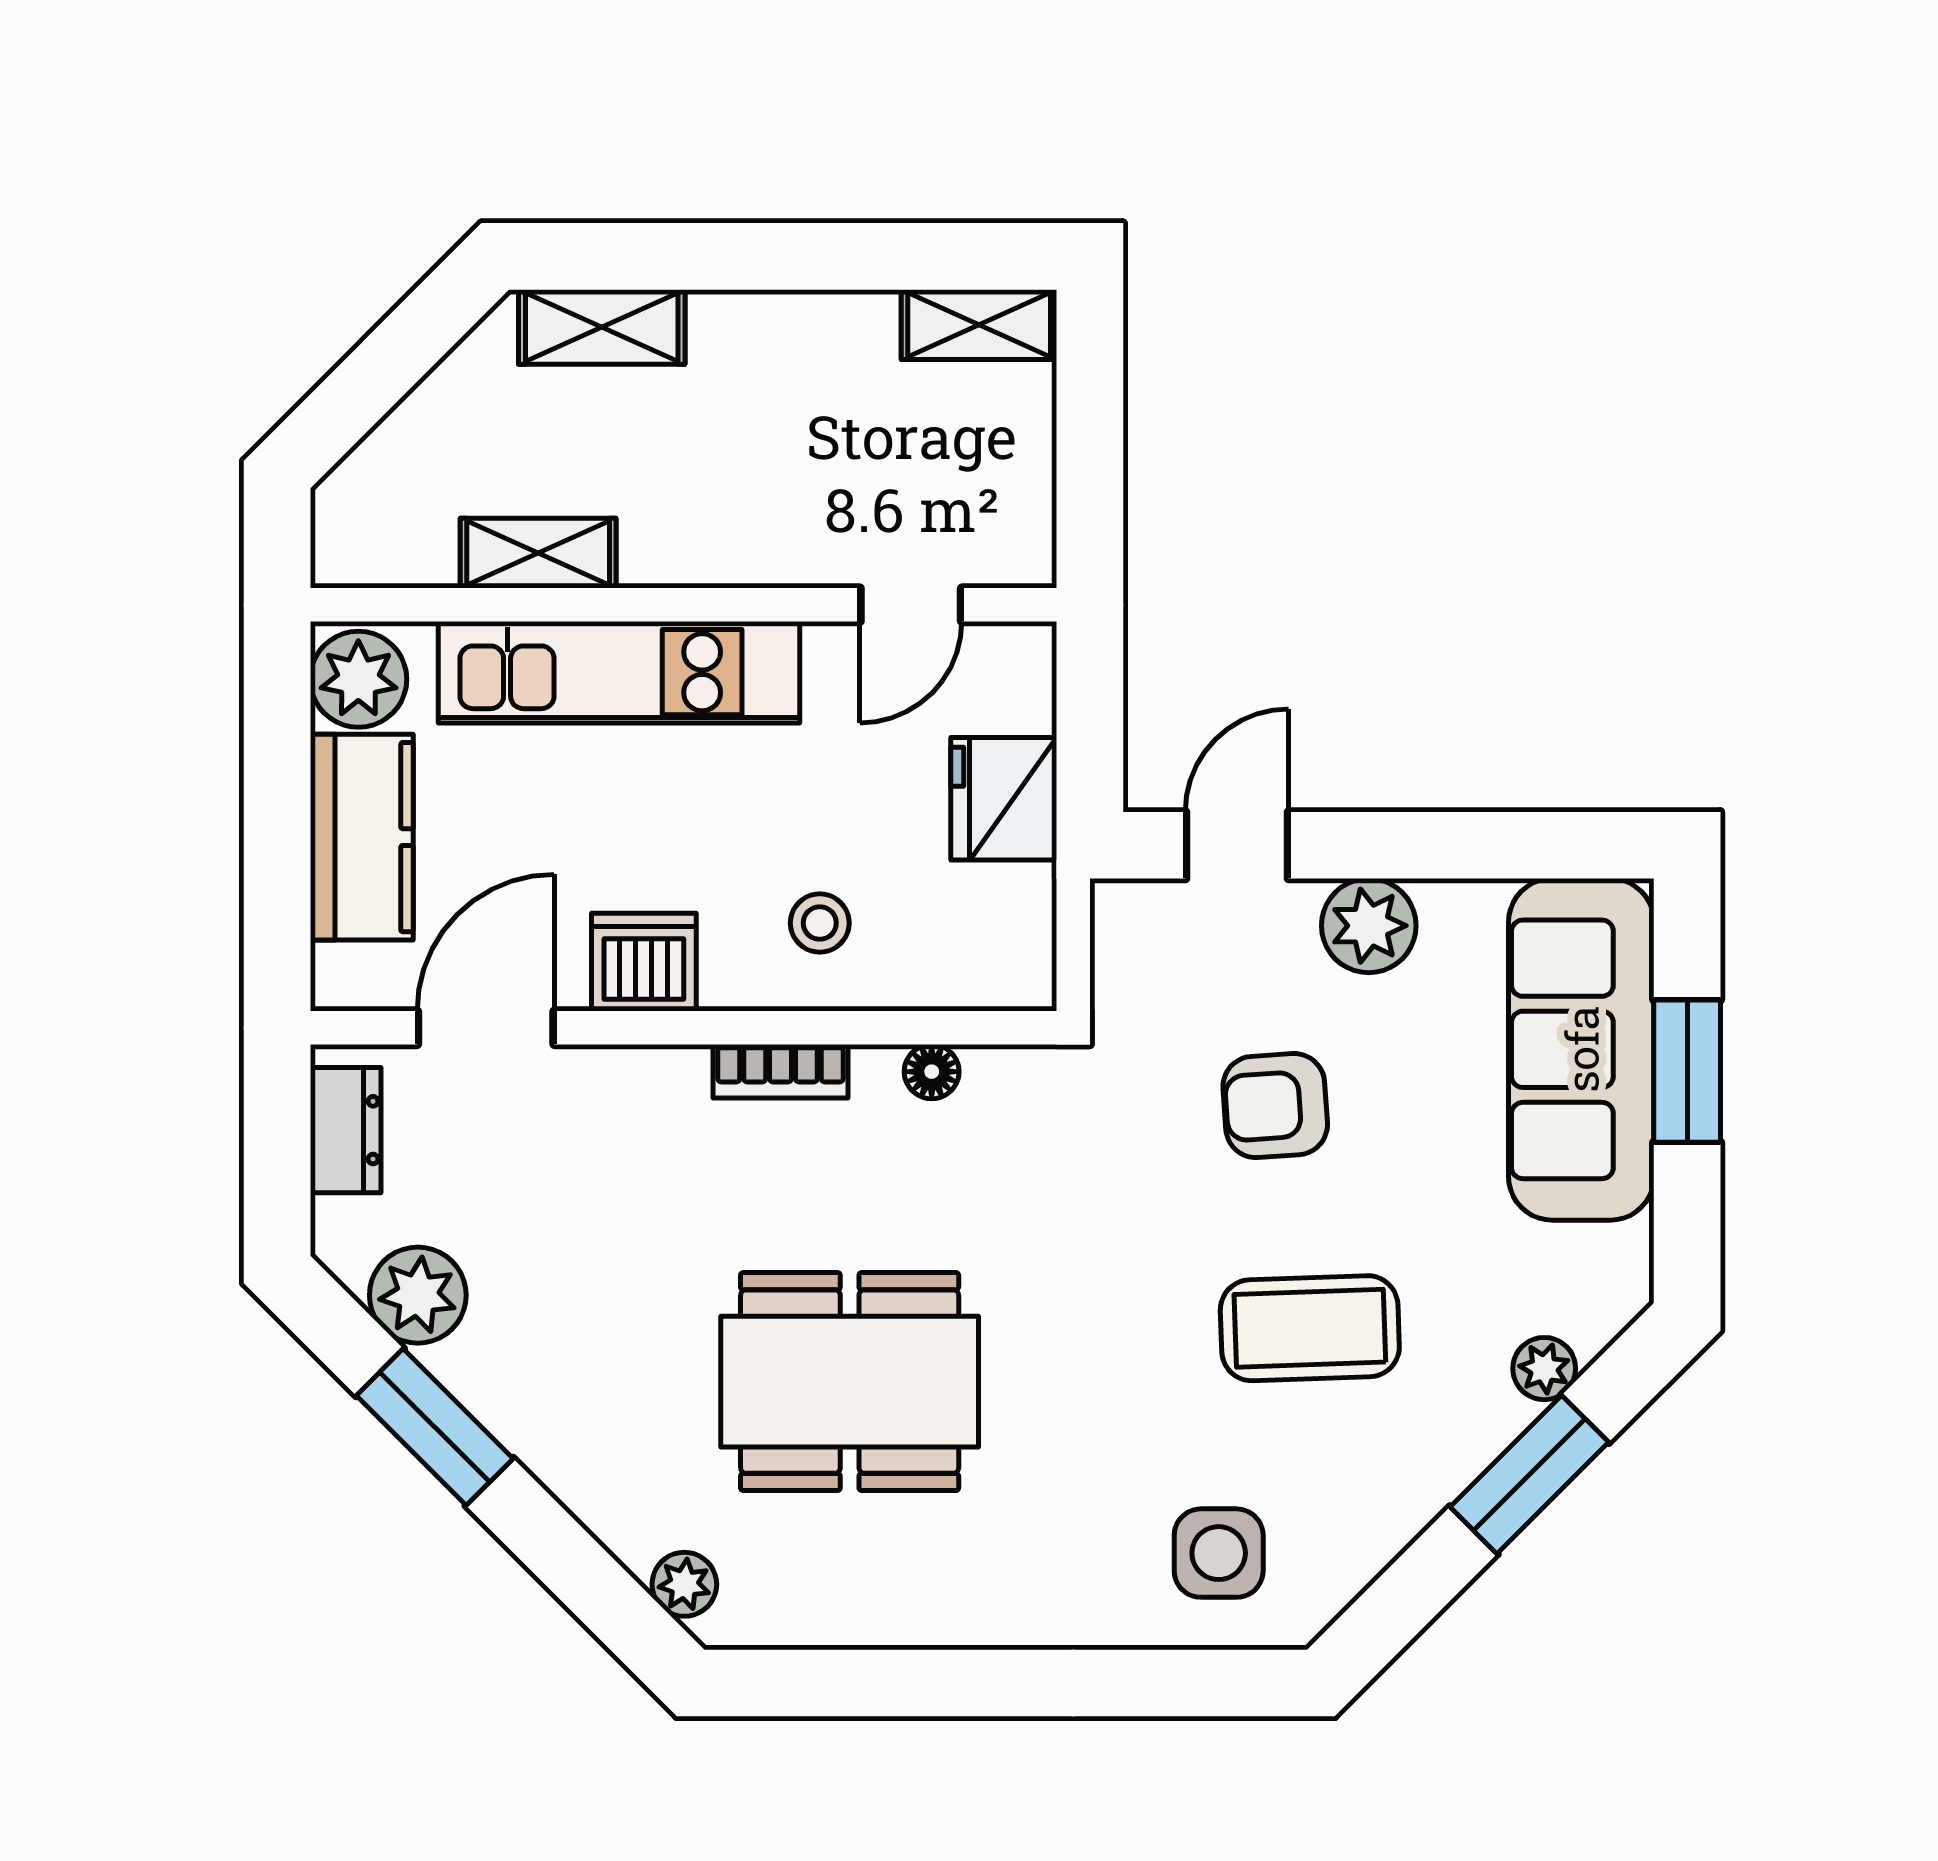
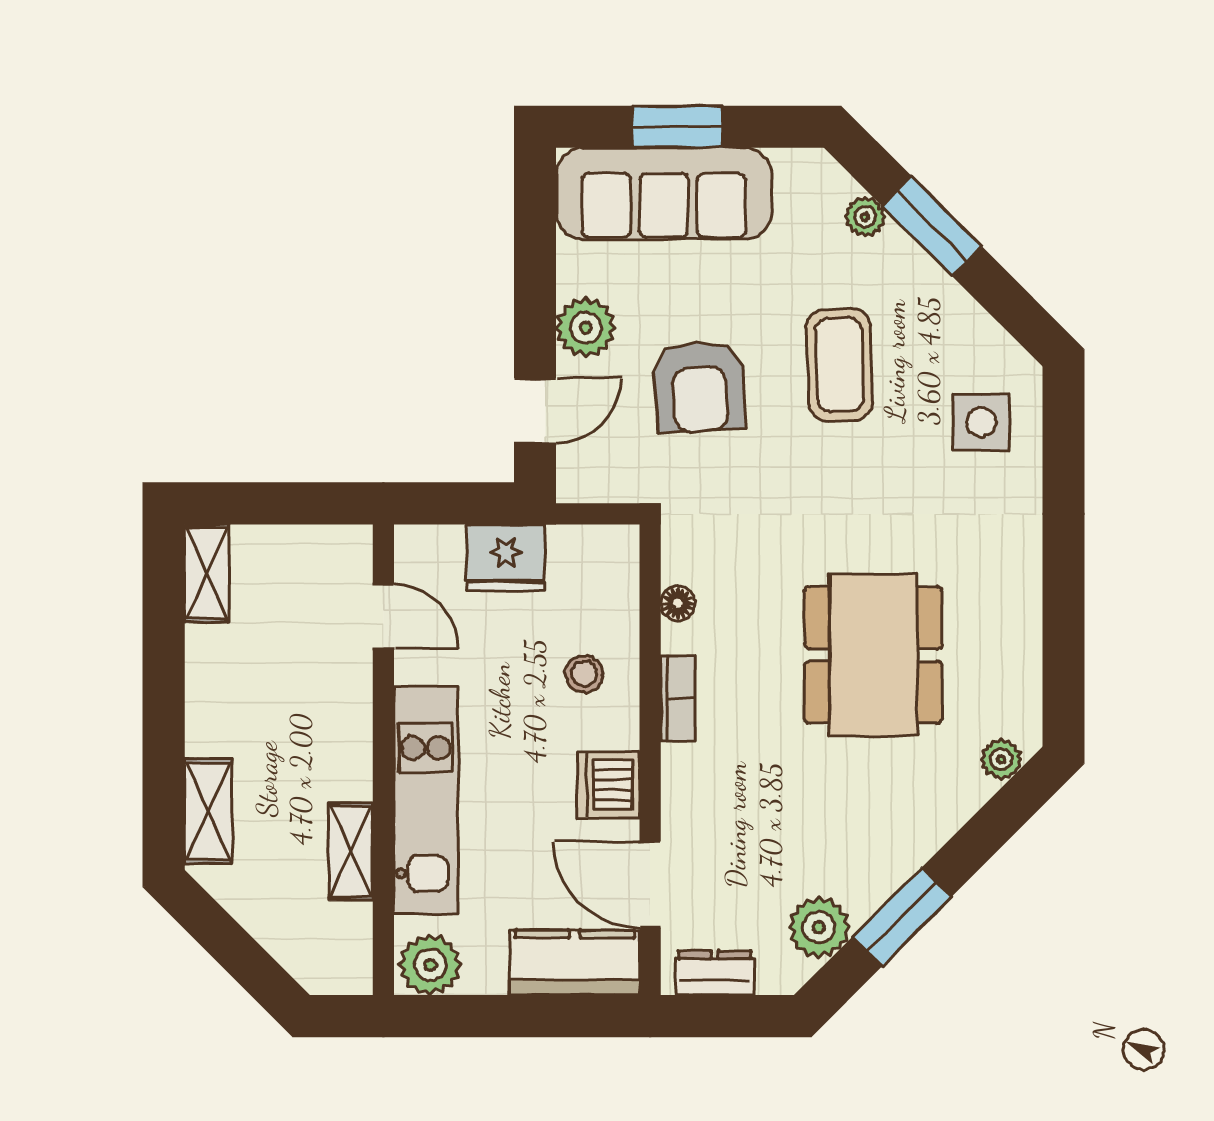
kitchen counter: (362, 837) -> (575, 963), moved
door: (1237, 845) -> (535, 411), swing flipped
armchair: (1275, 1106) -> (699, 387), width x1.38, depth x1.38

